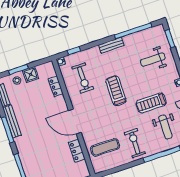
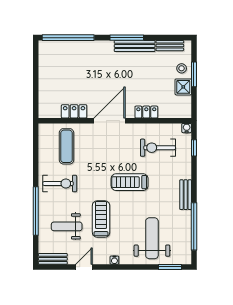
weight bench: (153, 60) -> (152, 238), width x1.36, depth x1.33
locker: (56, 86) -> (146, 112), moved
treadmill: (116, 91) -> (130, 182), turned 180

